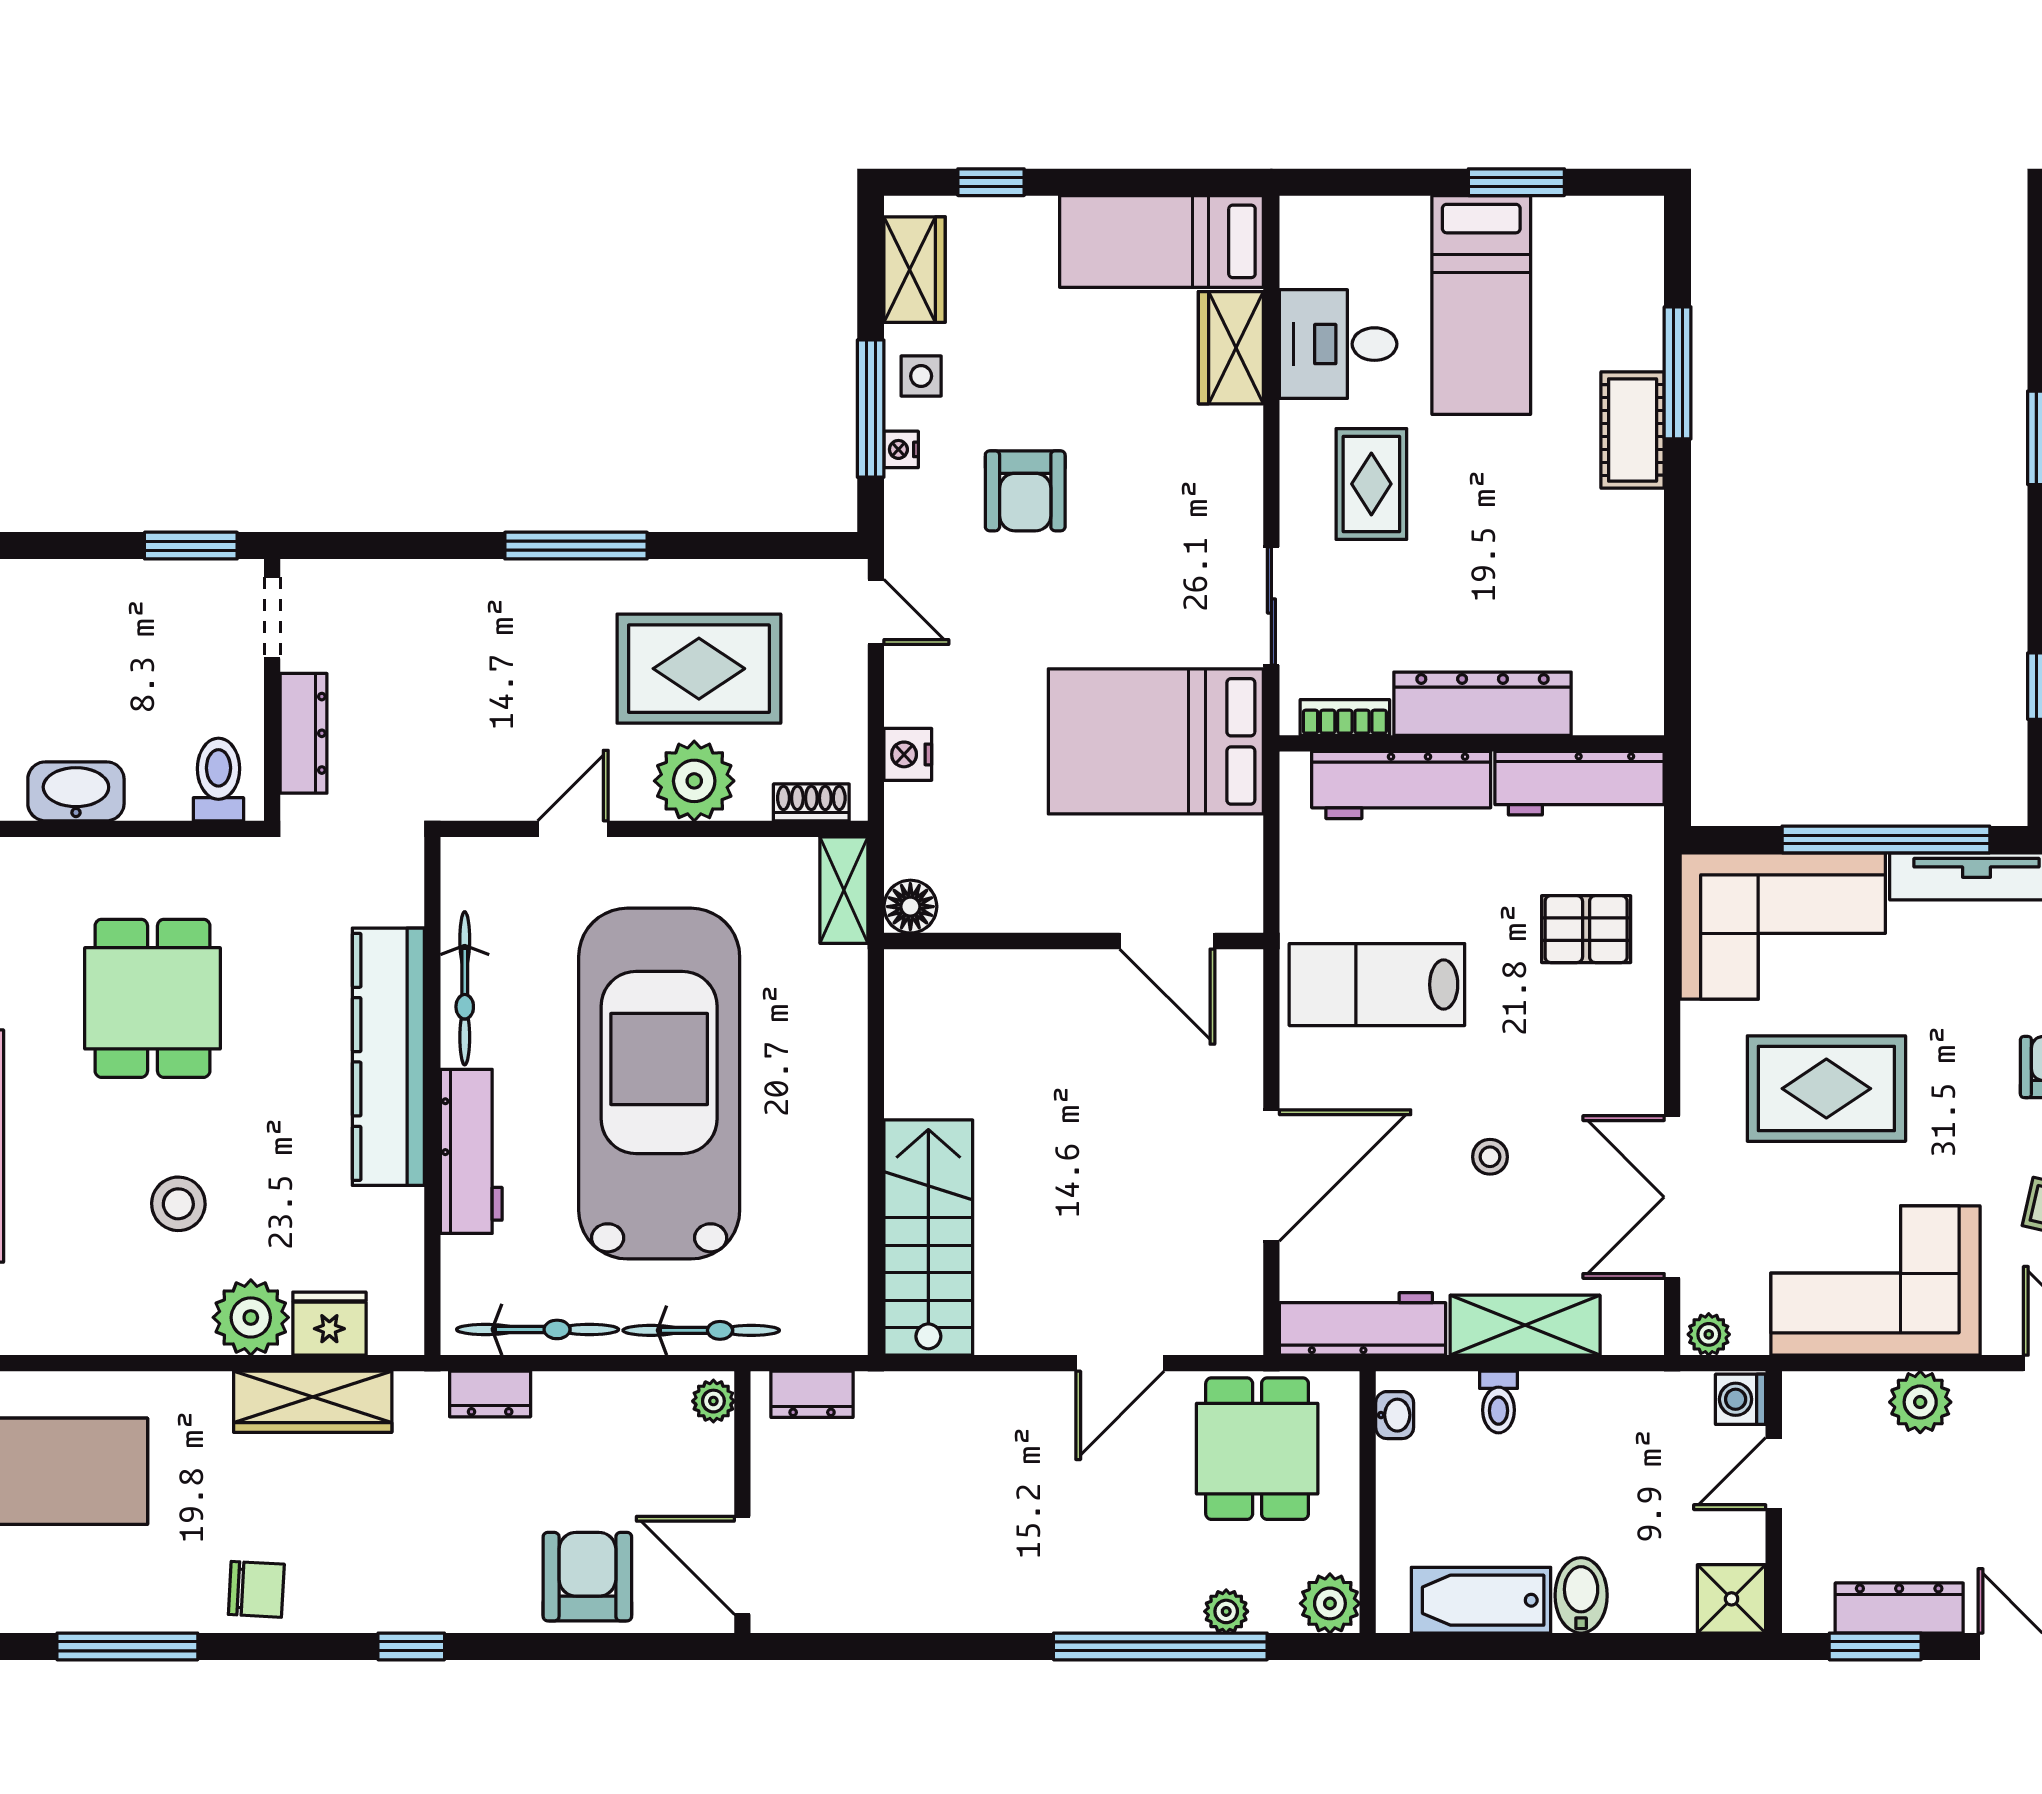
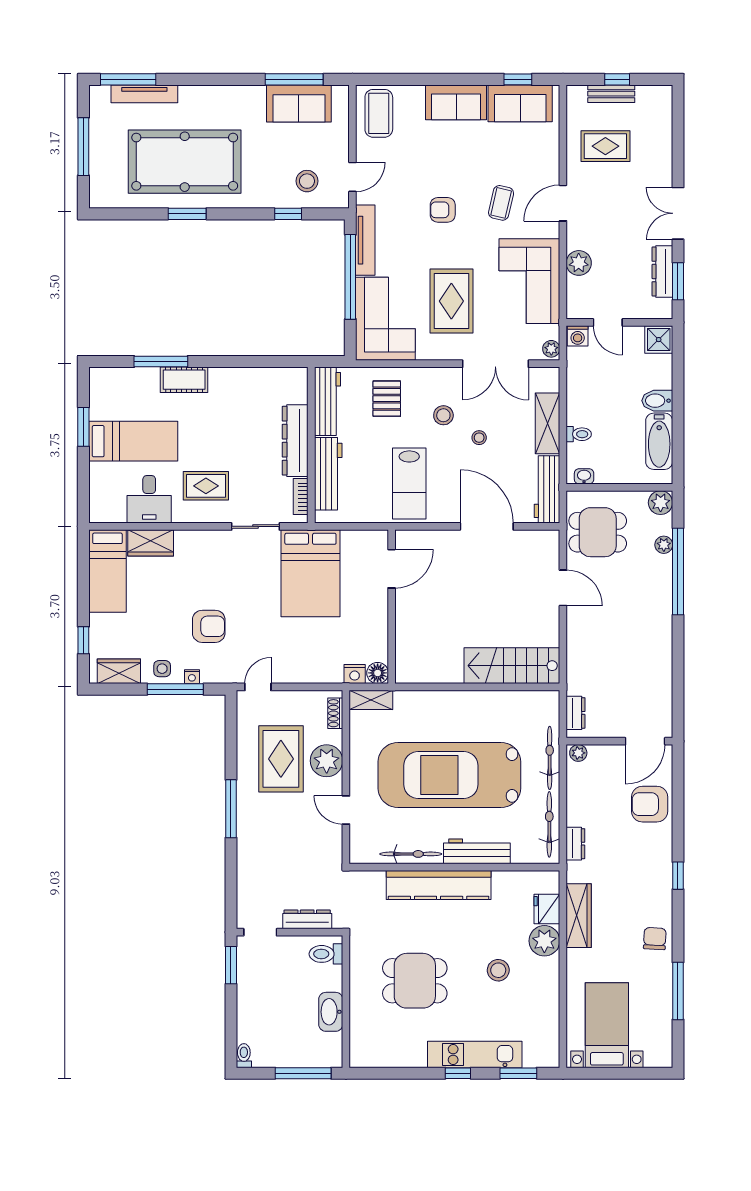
nightstand: (908, 754) -> (355, 674), moved
stool: (1545, 1069) -> (443, 415), added

